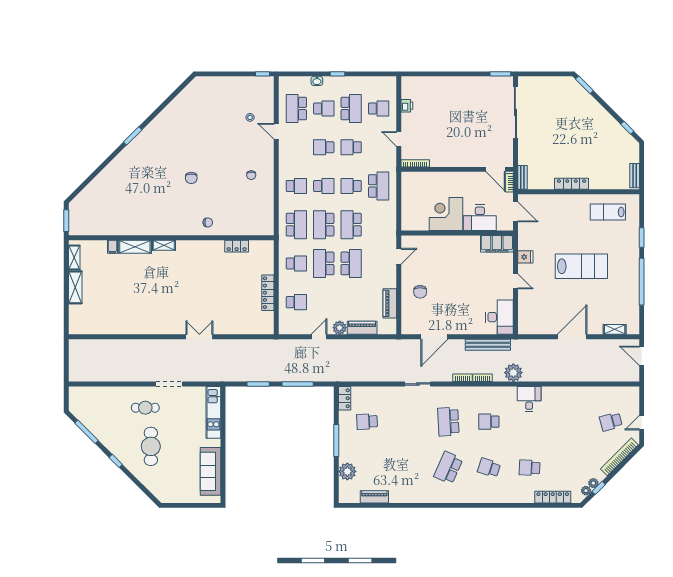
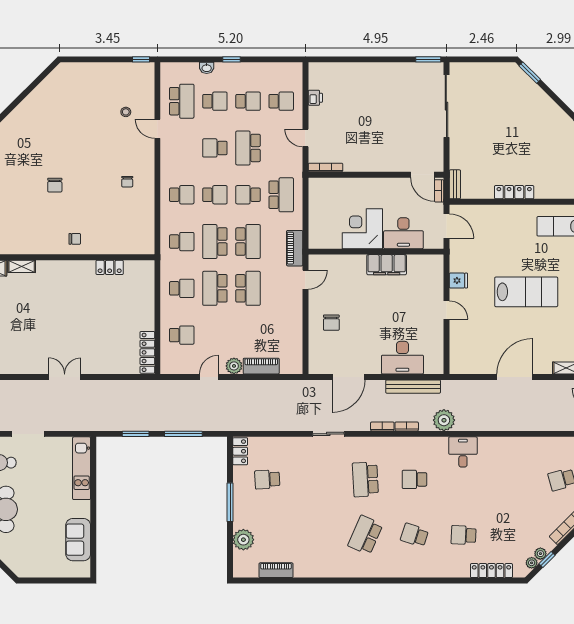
school desk: (296, 109) -> (182, 101), turned 180
school desk: (351, 109) -> (248, 101), width x0.54
school desk: (351, 147) -> (248, 148), width x1.85
school desk: (296, 225) -> (182, 242), width x0.54
school desk: (351, 225) -> (248, 242), turned 180
filing cabinet: (497, 244) -> (387, 265), moved
locker: (268, 293) -> (147, 352), moved
piano: (390, 303) -> (295, 248), moved
desk: (500, 317) -> (402, 358), moved, turned 90
sofa: (211, 471) -> (78, 540), width x0.73

